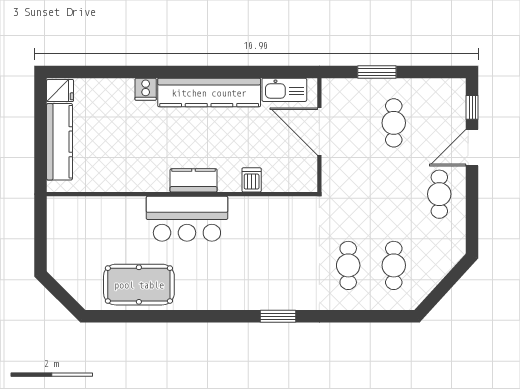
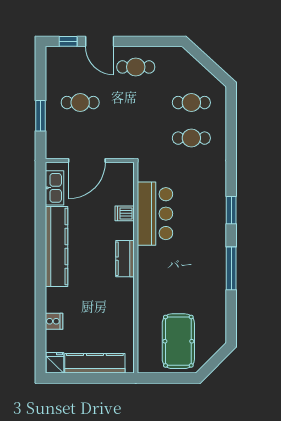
cooker: (146, 89) -> (54, 321), moved
bar counter: (187, 219) -> (155, 214), moved
pool table: (139, 285) -> (178, 341), moved
window: (181, 316) -> (231, 268), added
window: (278, 316) -> (231, 210), moved

